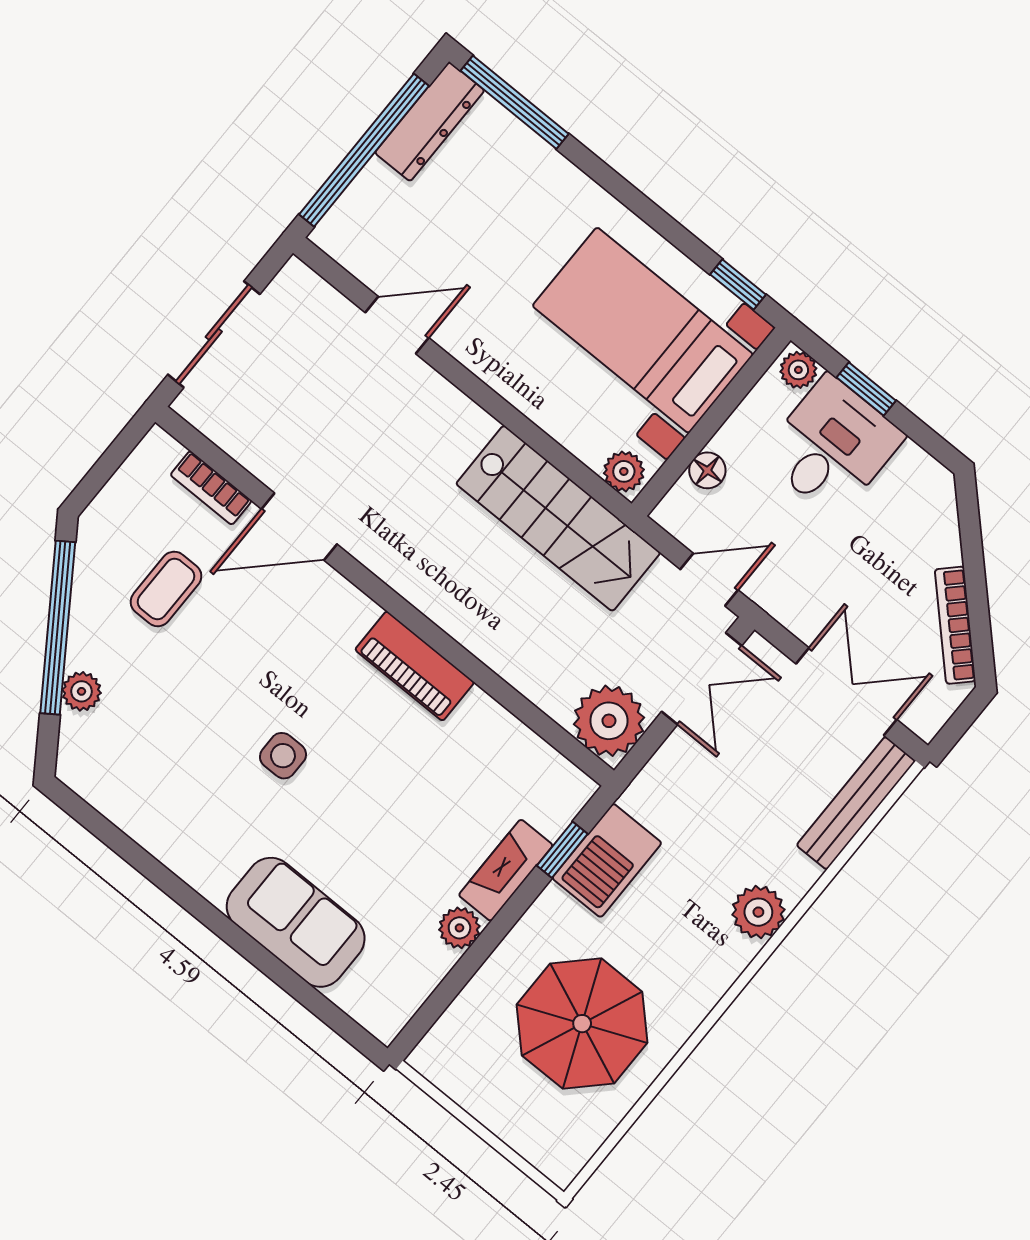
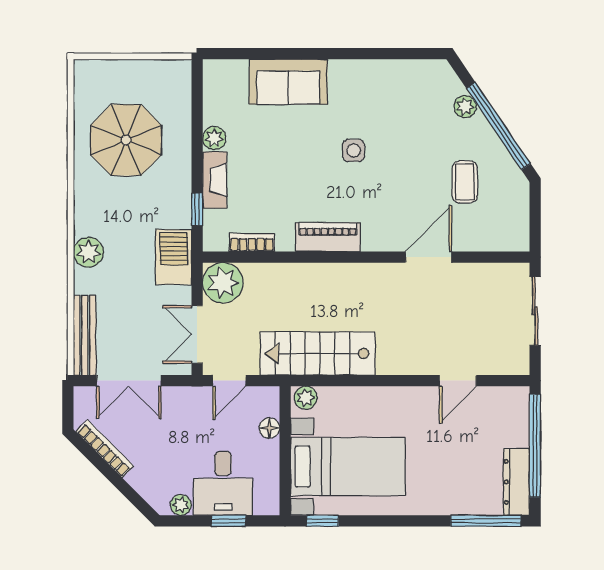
plant: (798, 370) -> (181, 505), moved
bookcase: (211, 488) -> (252, 242), moved
barbecue: (607, 860) -> (174, 257), moved

